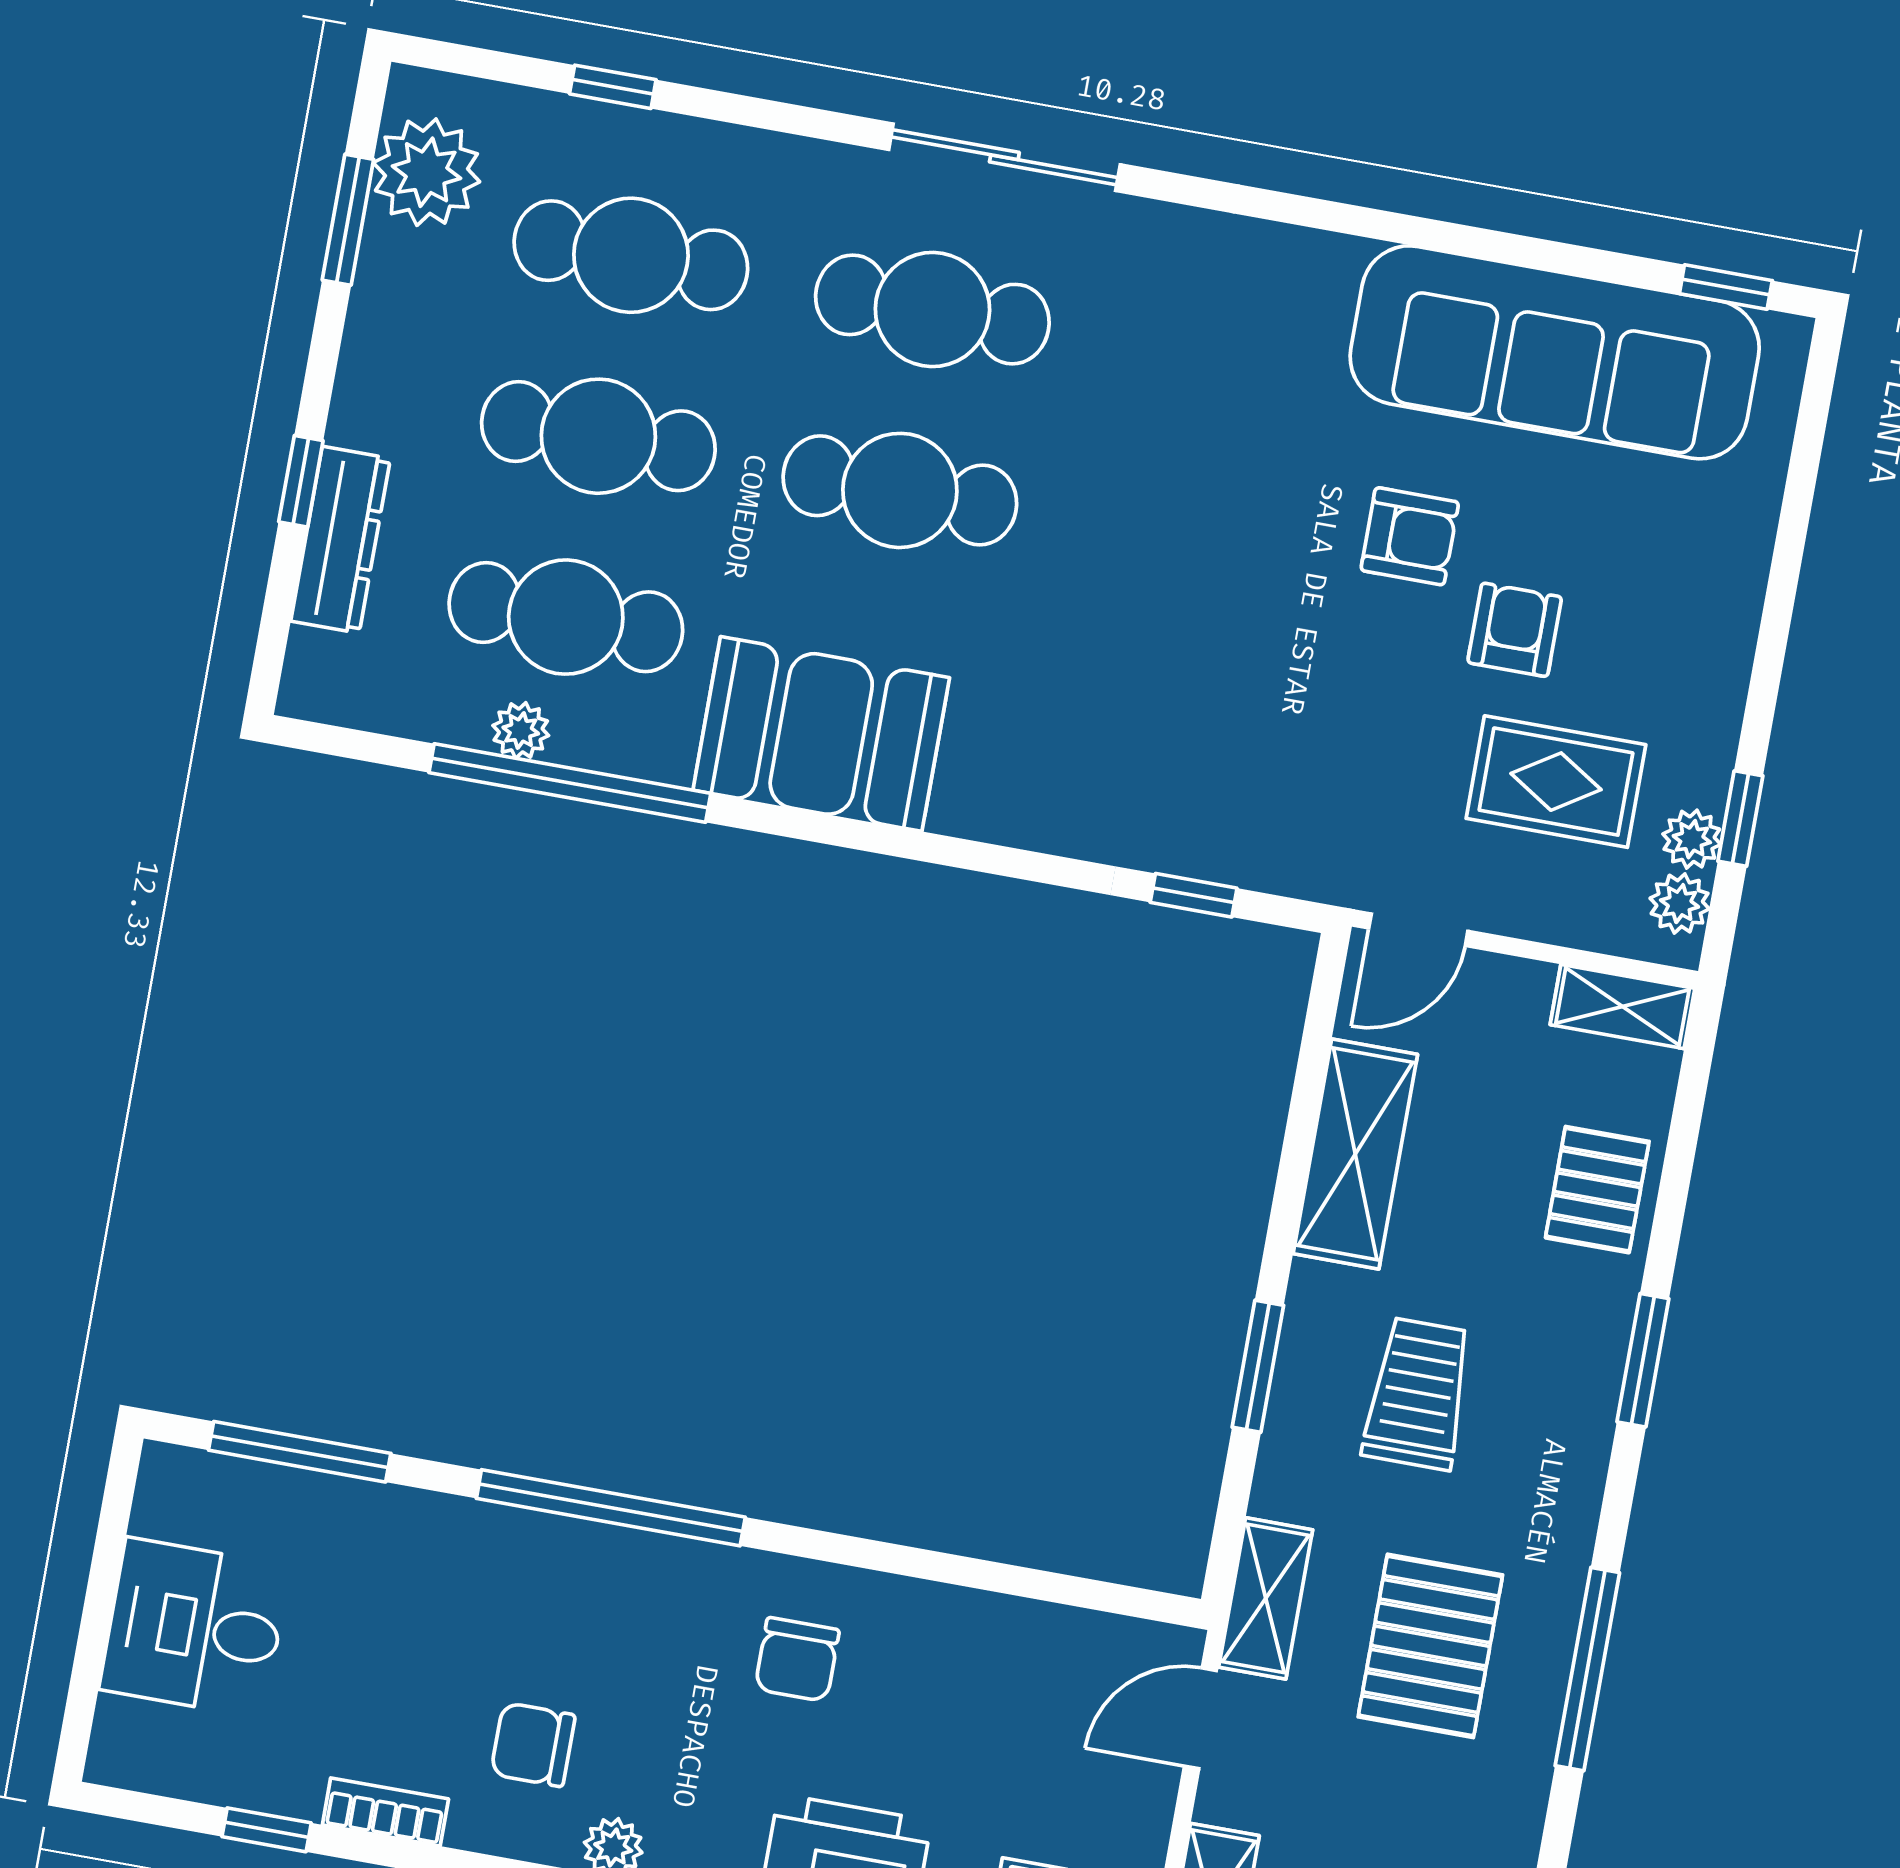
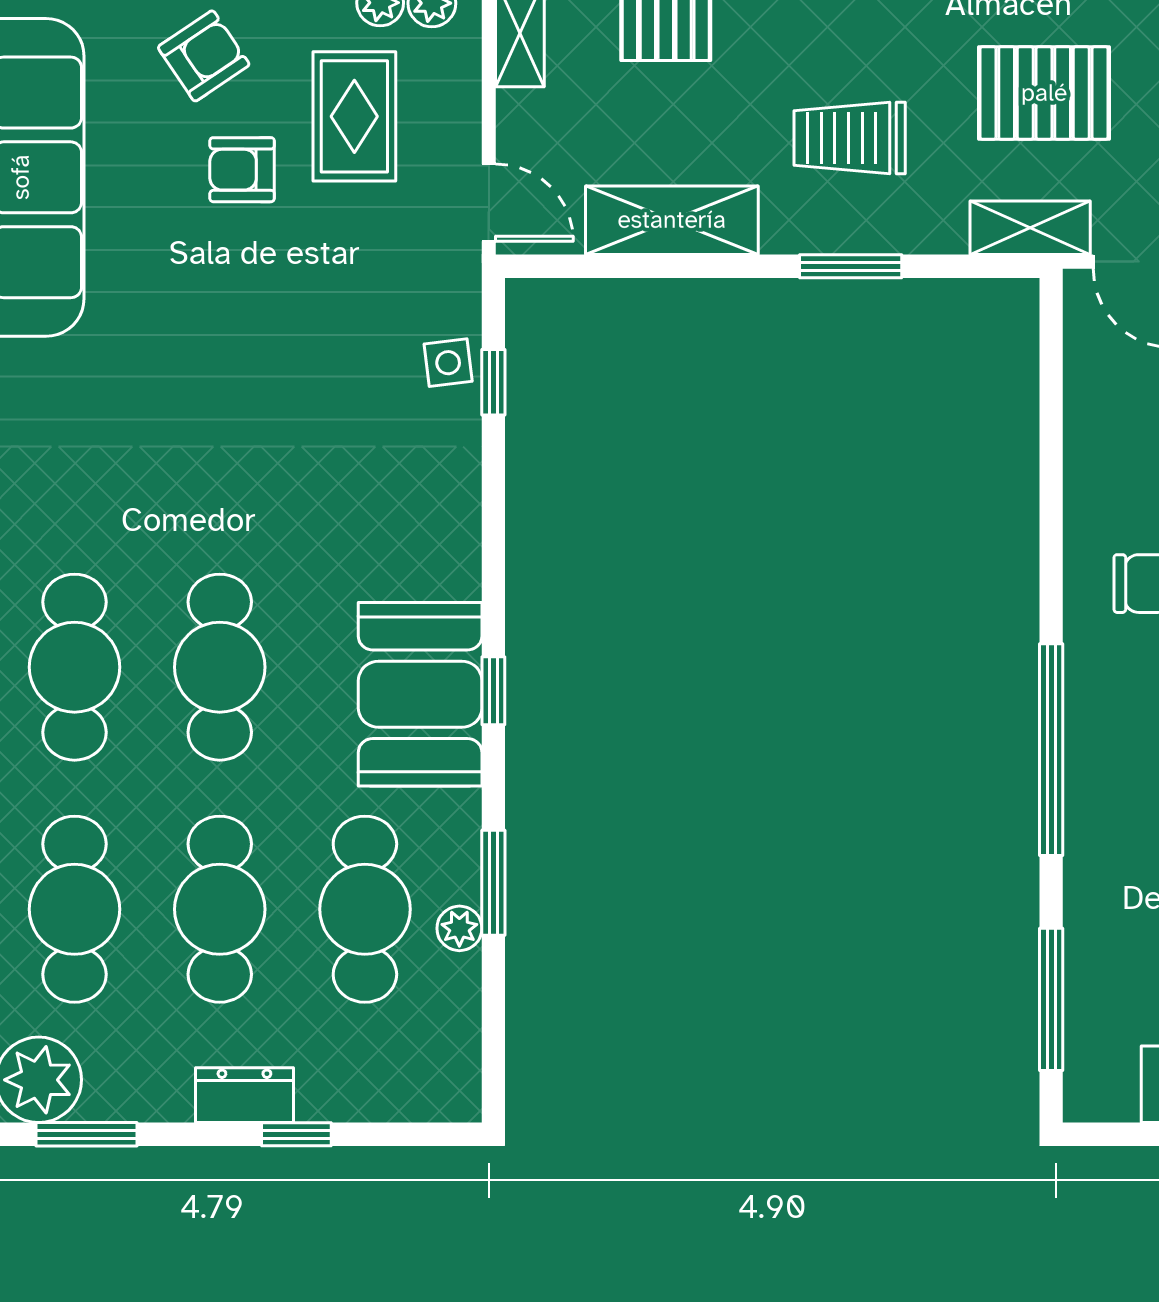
armchair: (1410, 536) -> (204, 56), moved, turned 56
dresser: (341, 540) -> (244, 1095), moved, width x0.70
window: (570, 783) -> (493, 883), width x0.47
window: (809, 826) -> (493, 691), added
side table: (1228, 843) -> (448, 363), added

